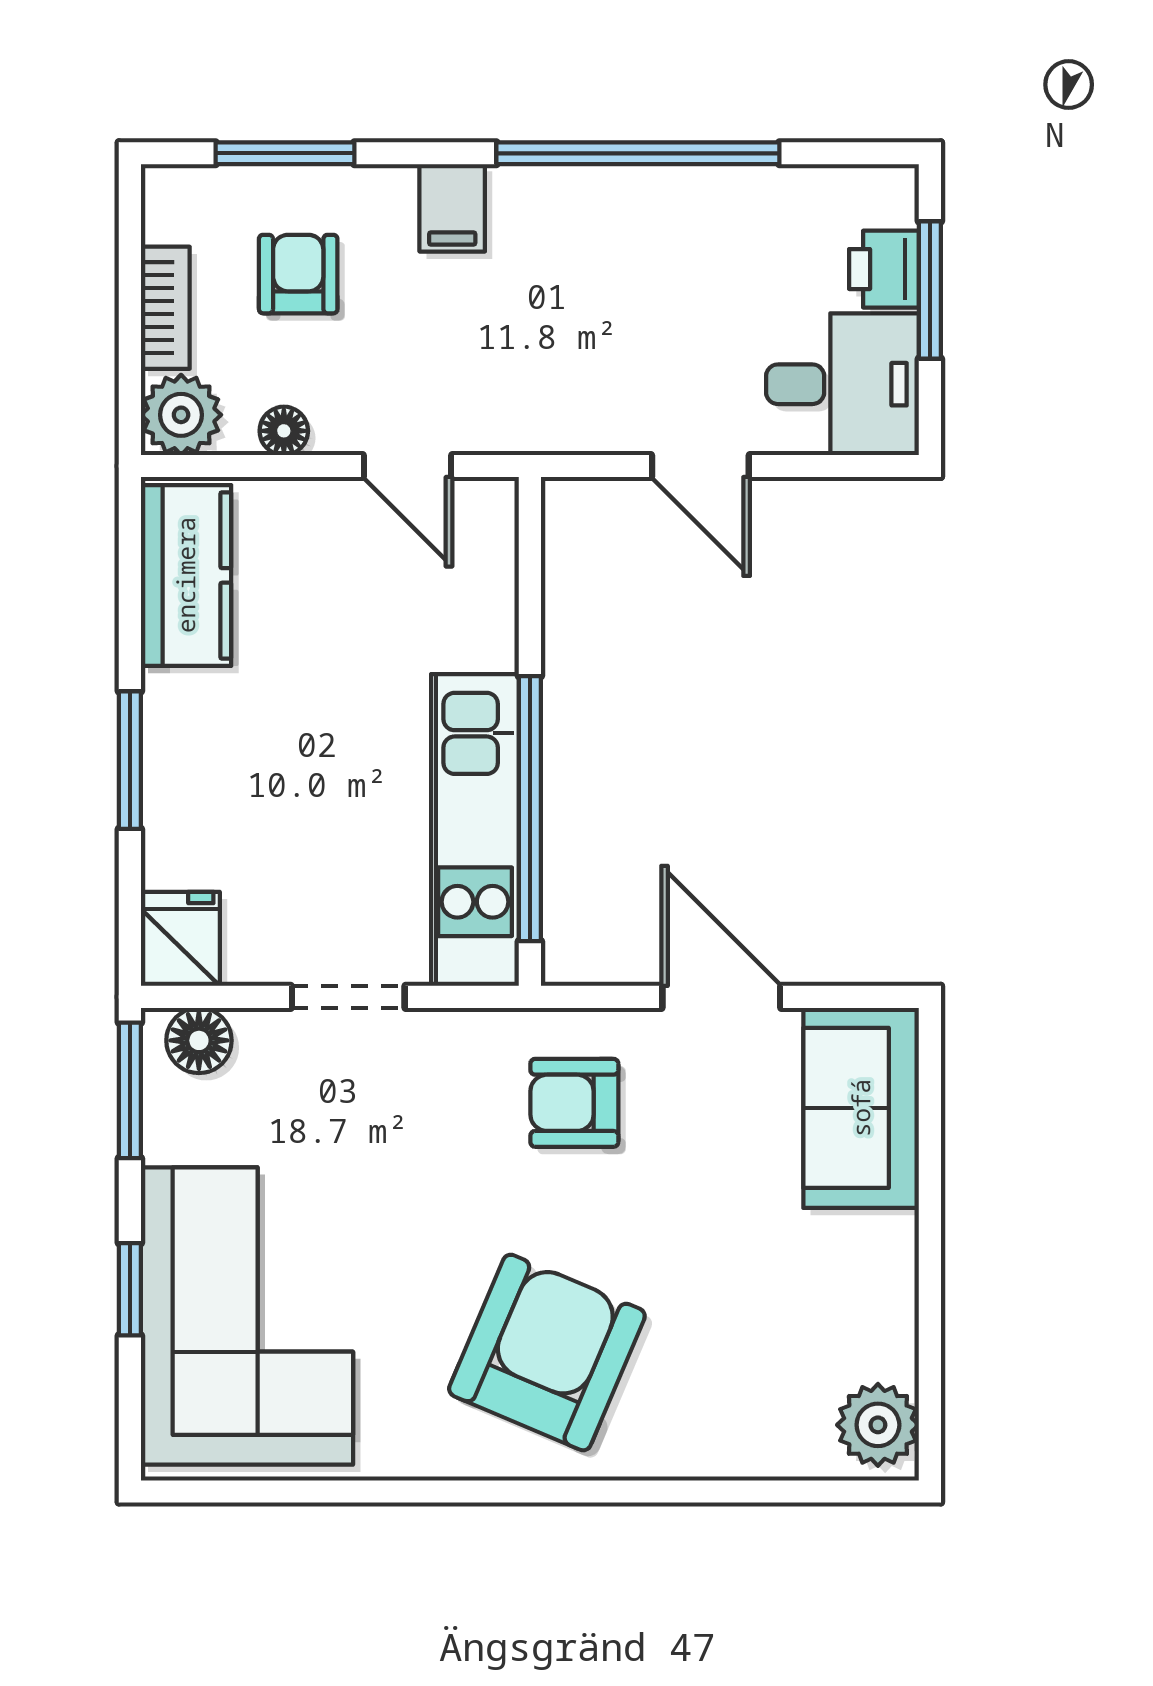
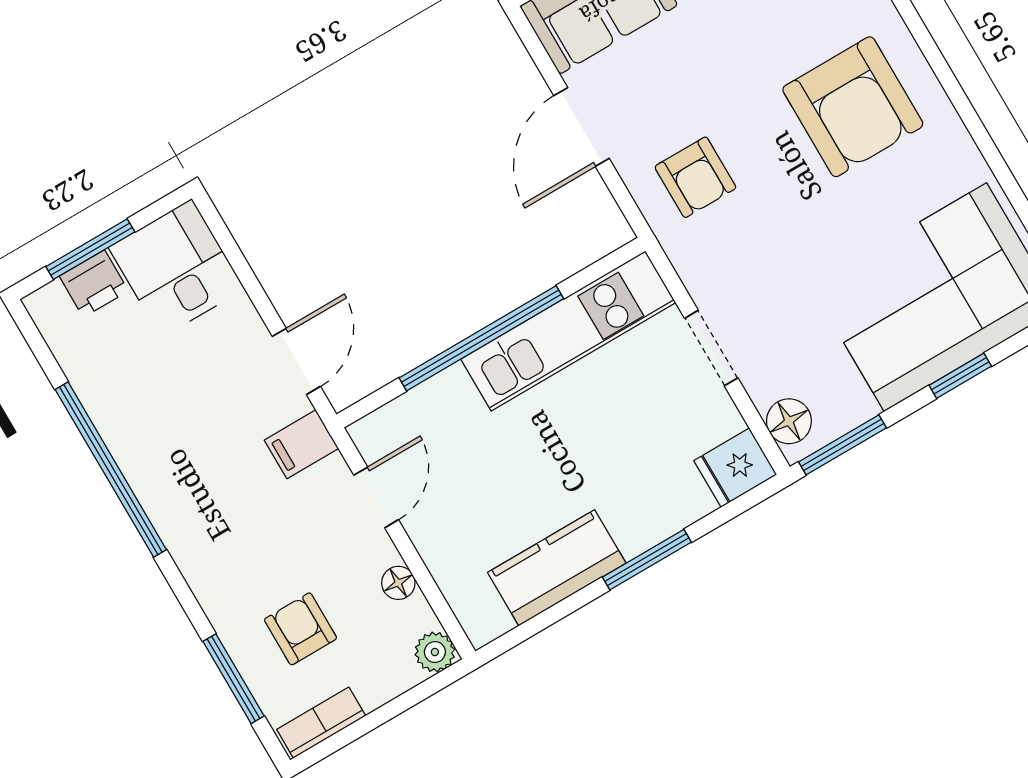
filing cabinet: (452, 208) -> (301, 444), moved, turned 180
armchair: (298, 274) -> (300, 629), turned 90
bookcase: (165, 308) -> (321, 723), moved
plant: (181, 415) -> (435, 652), width x0.73, depth x0.73
door: (700, 466) -> (296, 361), moved
kitchen counter: (186, 575) -> (557, 568), moved
window: (530, 809) -> (481, 338), moved
armchair: (547, 1353) -> (853, 107), turned -113

